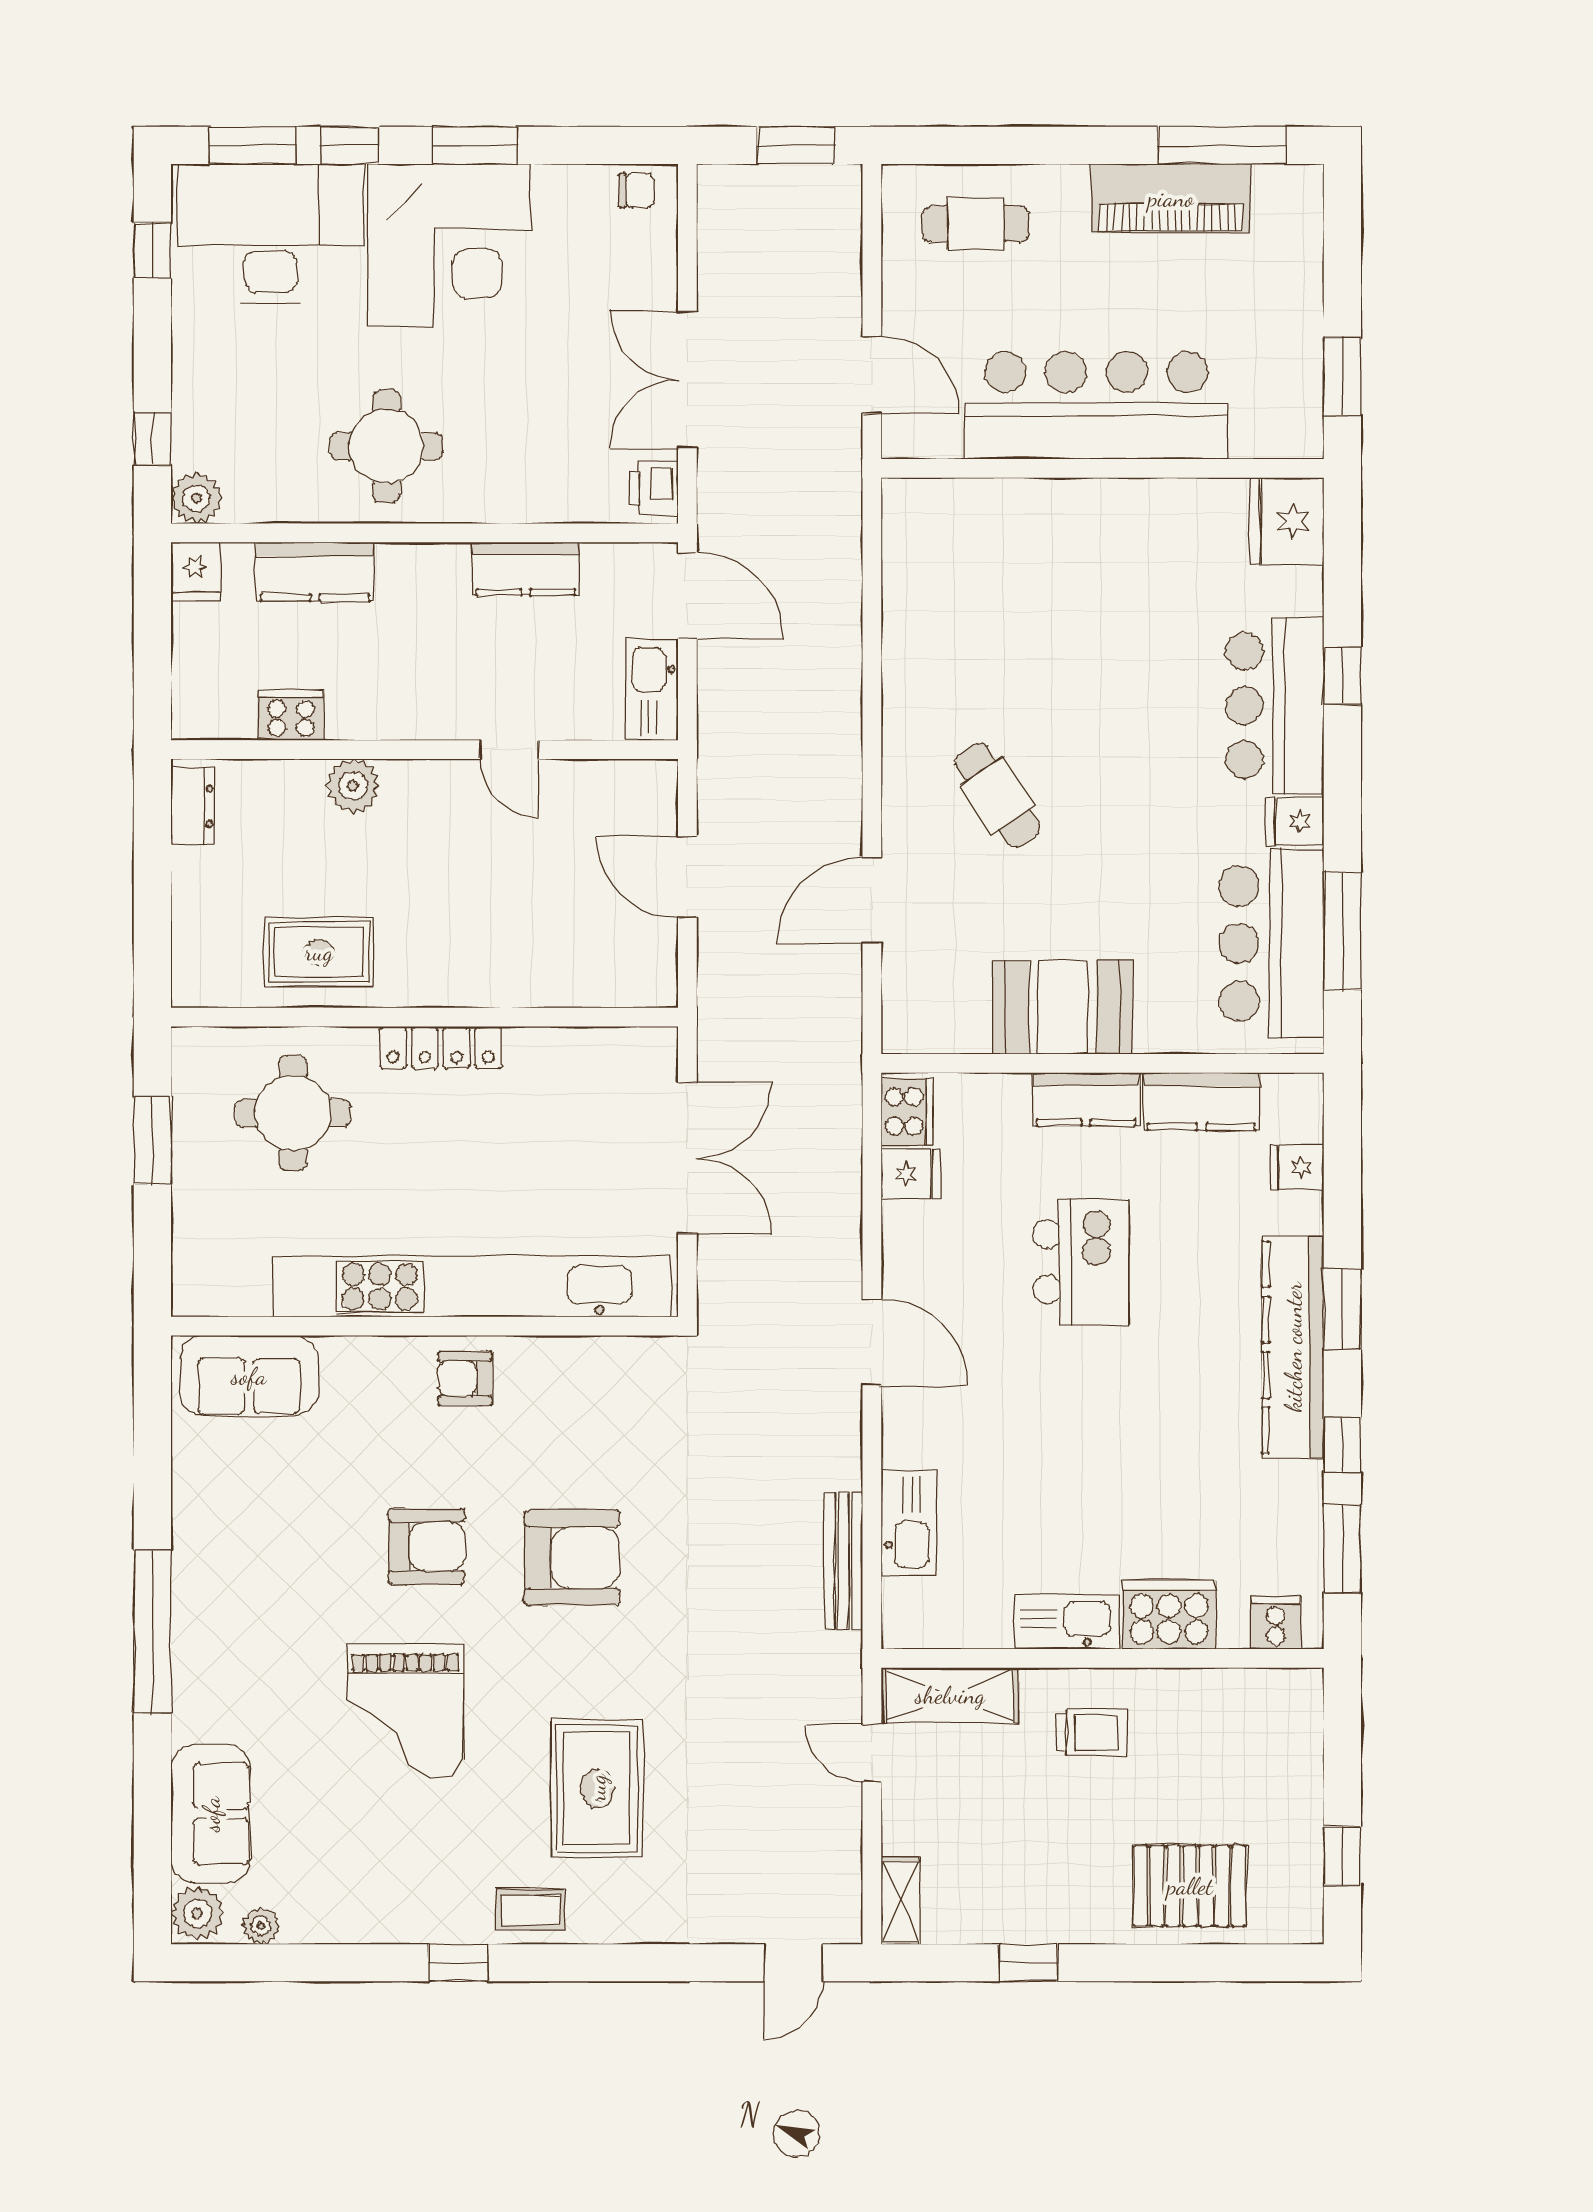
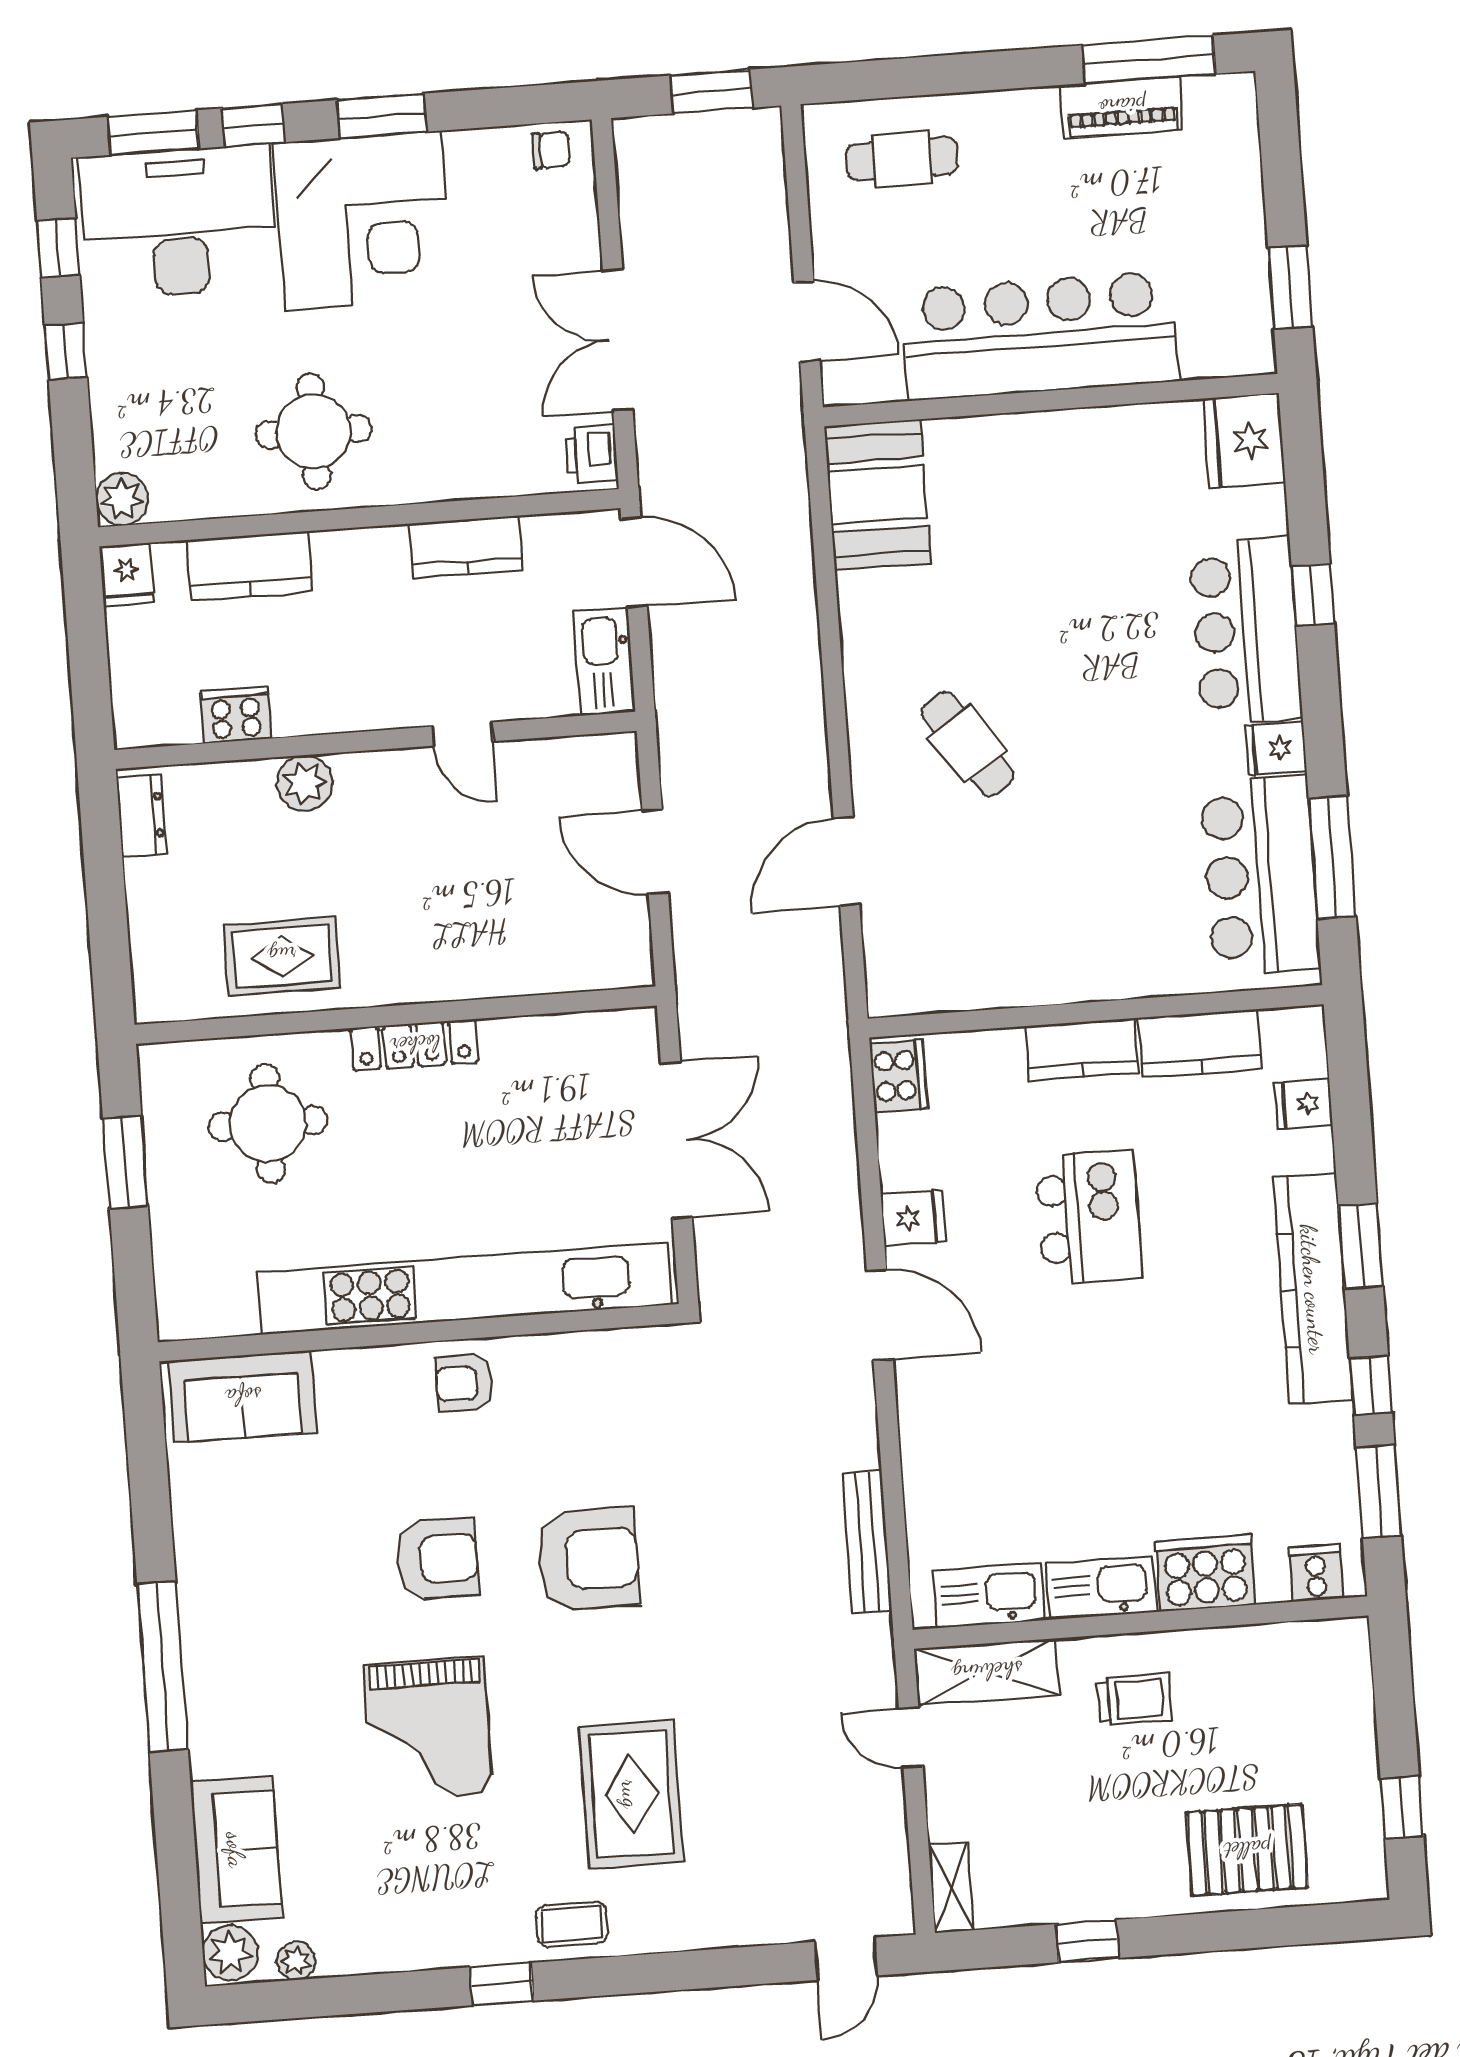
piano: (1171, 198) -> (1122, 107), width x0.73, depth x0.75
window: (152, 438) -> (66, 352), moved
booth: (1063, 1007) -> (878, 495), moved, turned 90
fridge: (911, 1174) -> (913, 1218), moved
kitchen sink: (909, 1523) -> (989, 1595), moved, turned -90

